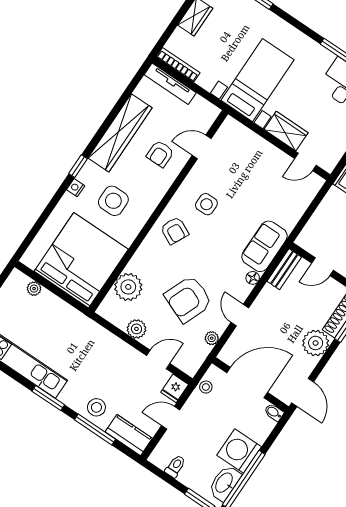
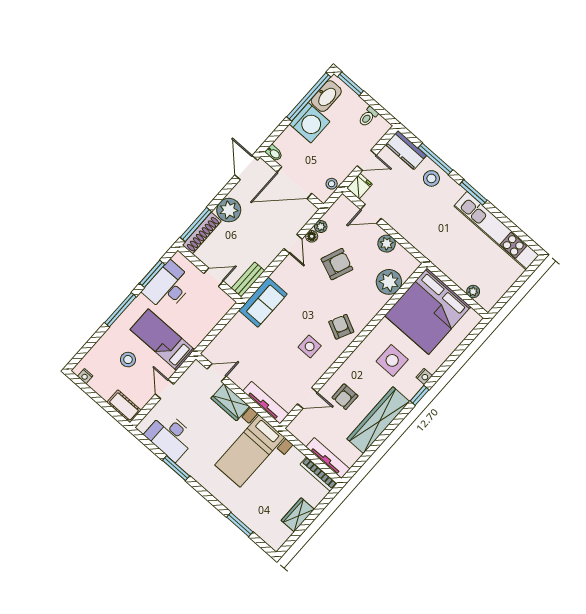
tv unit: (247, 136) -> (266, 403), added
armchair: (160, 154) -> (345, 397), turned 180
floor lamp: (253, 278) -> (312, 236), moved
armchair: (188, 299) -> (337, 264), width x0.73, depth x0.73

